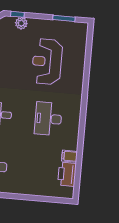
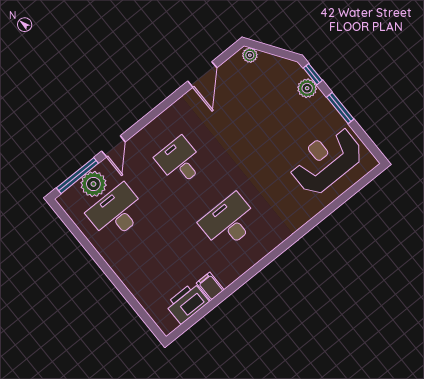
window: (64, 18) -> (340, 108), moved
reception desk: (47, 62) -> (326, 160), moved

